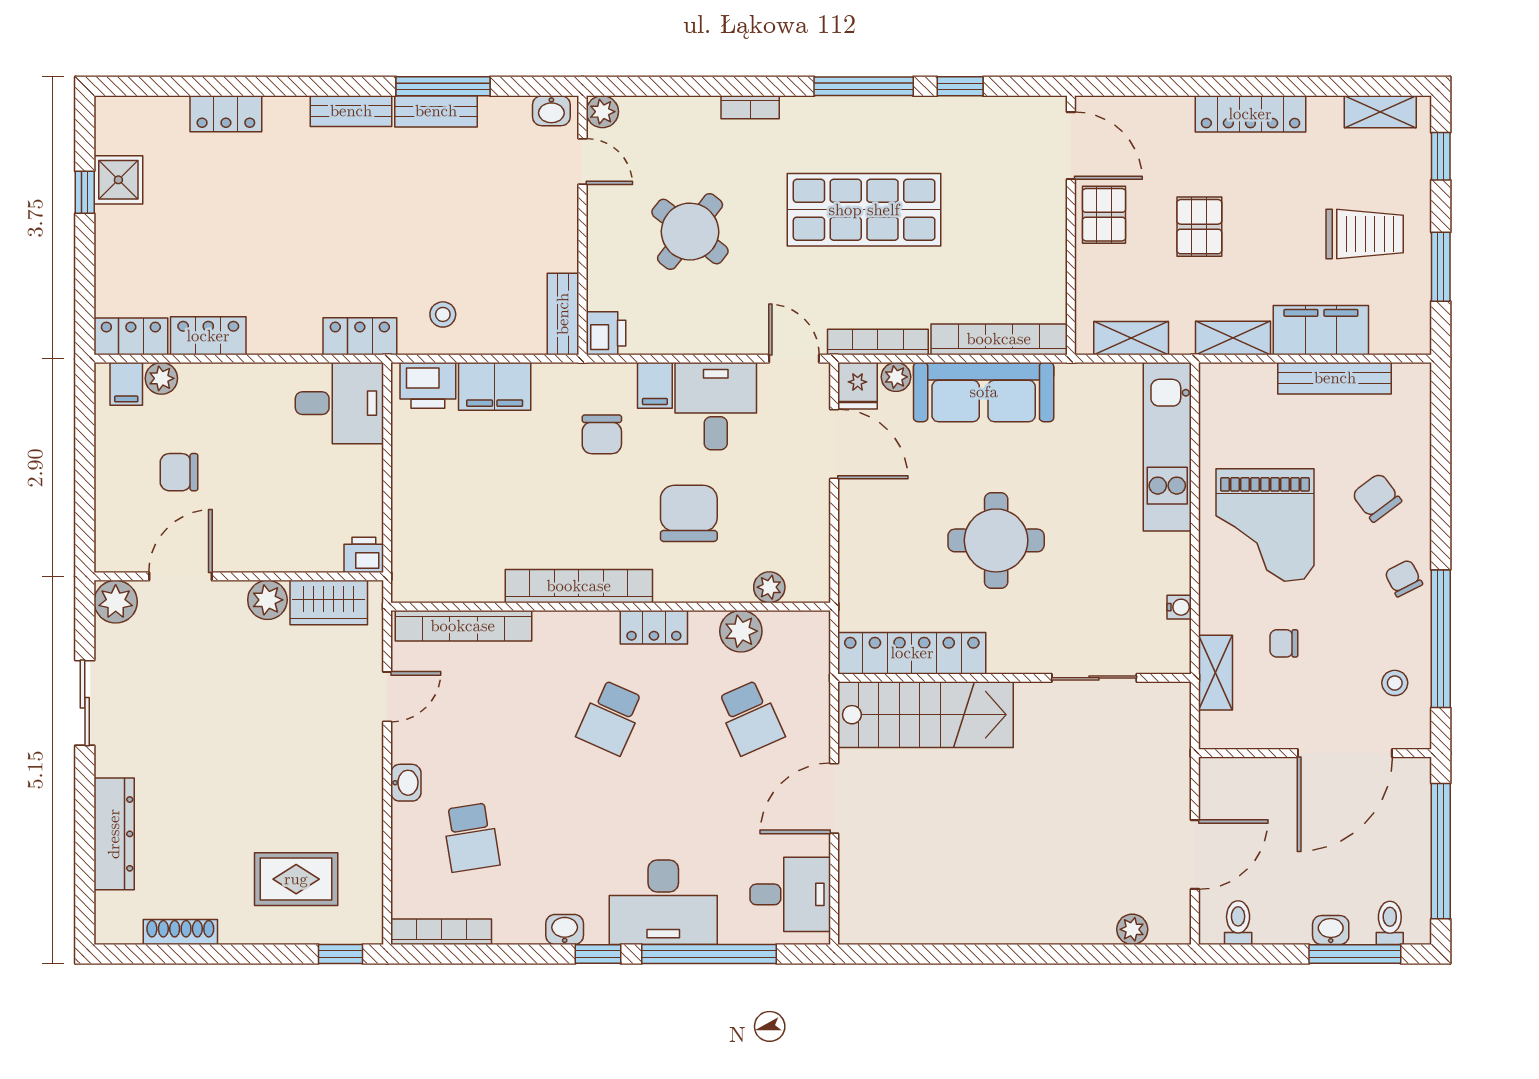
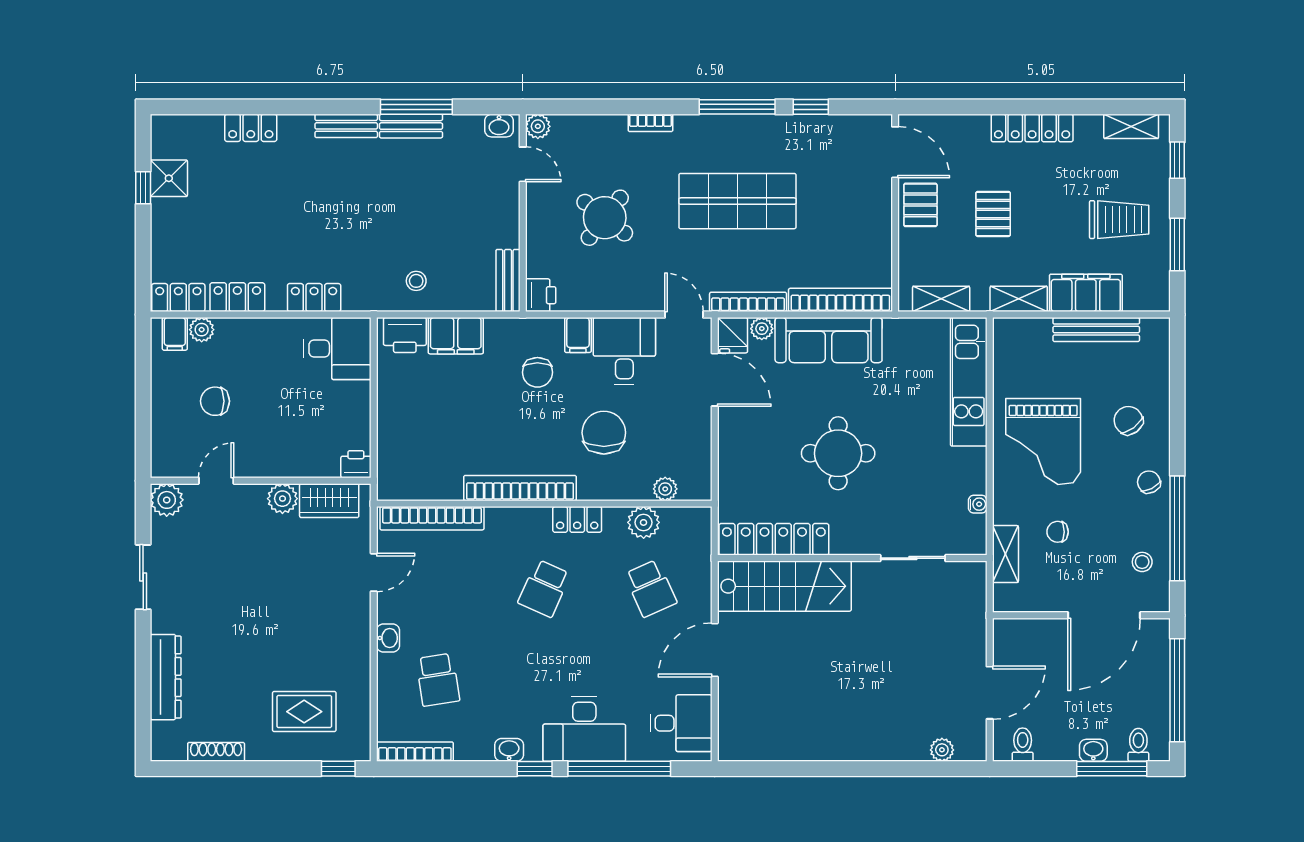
locker: (360, 336) -> (314, 298), moved
door: (180, 576) -> (216, 481), width x0.73

